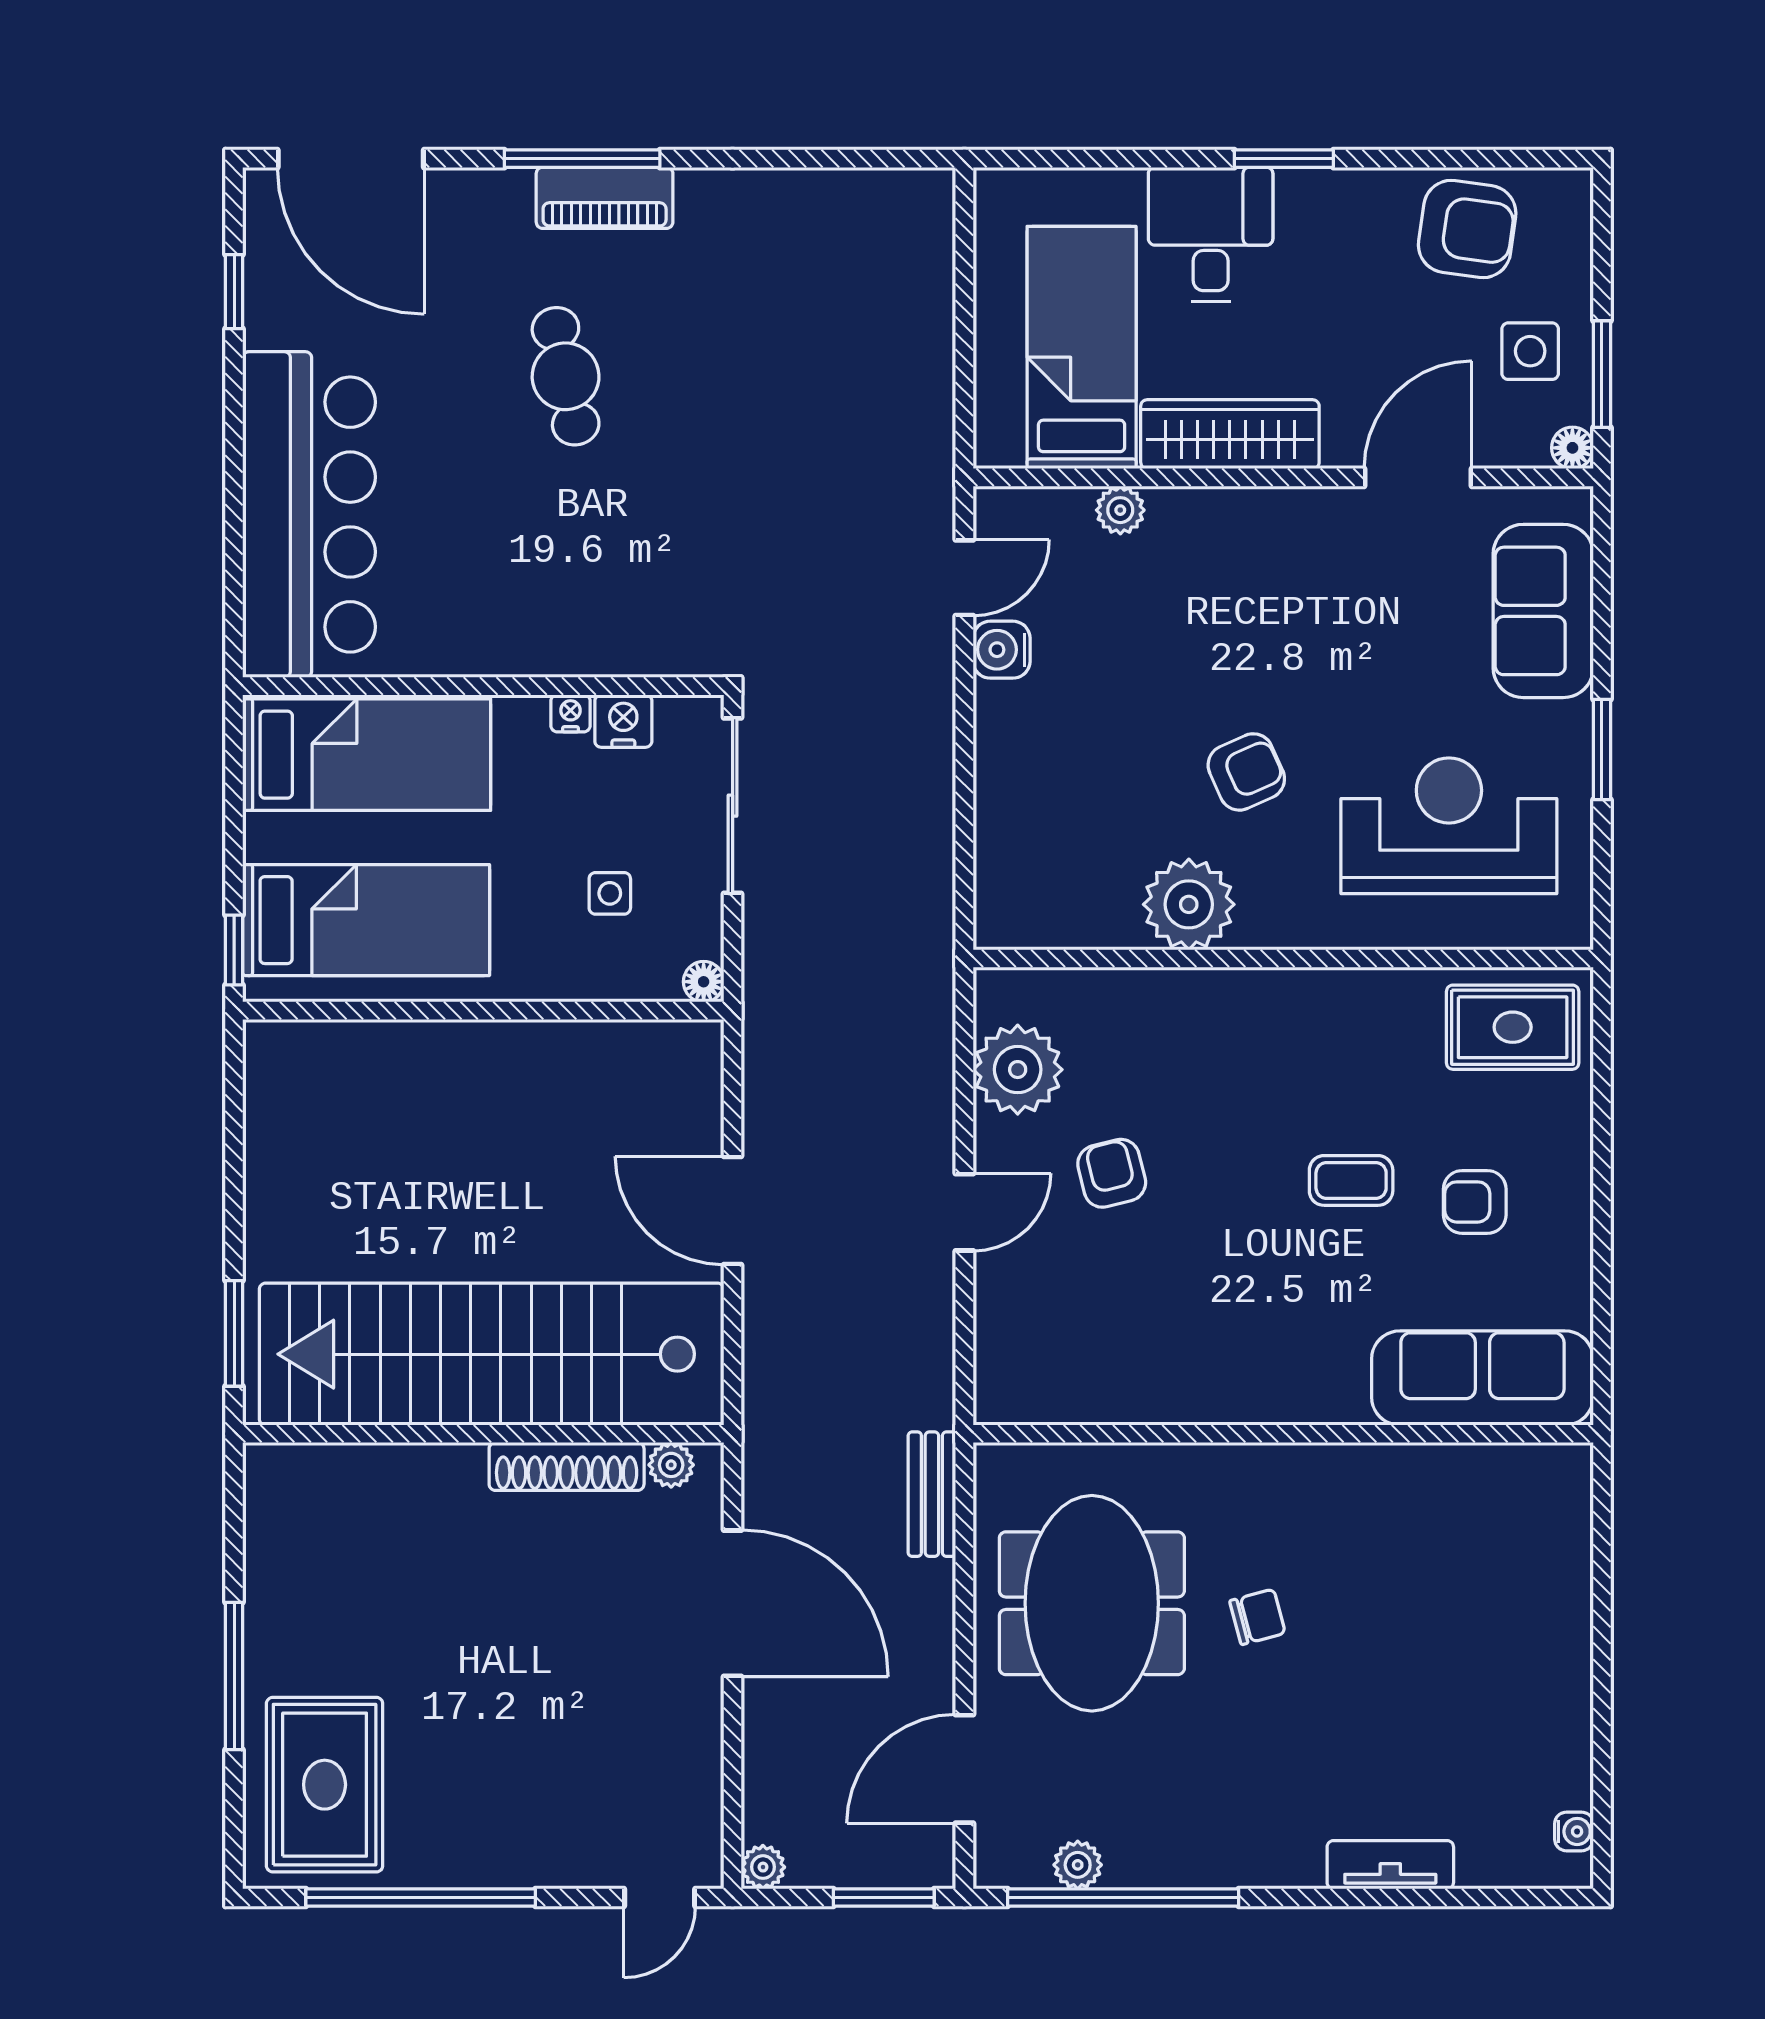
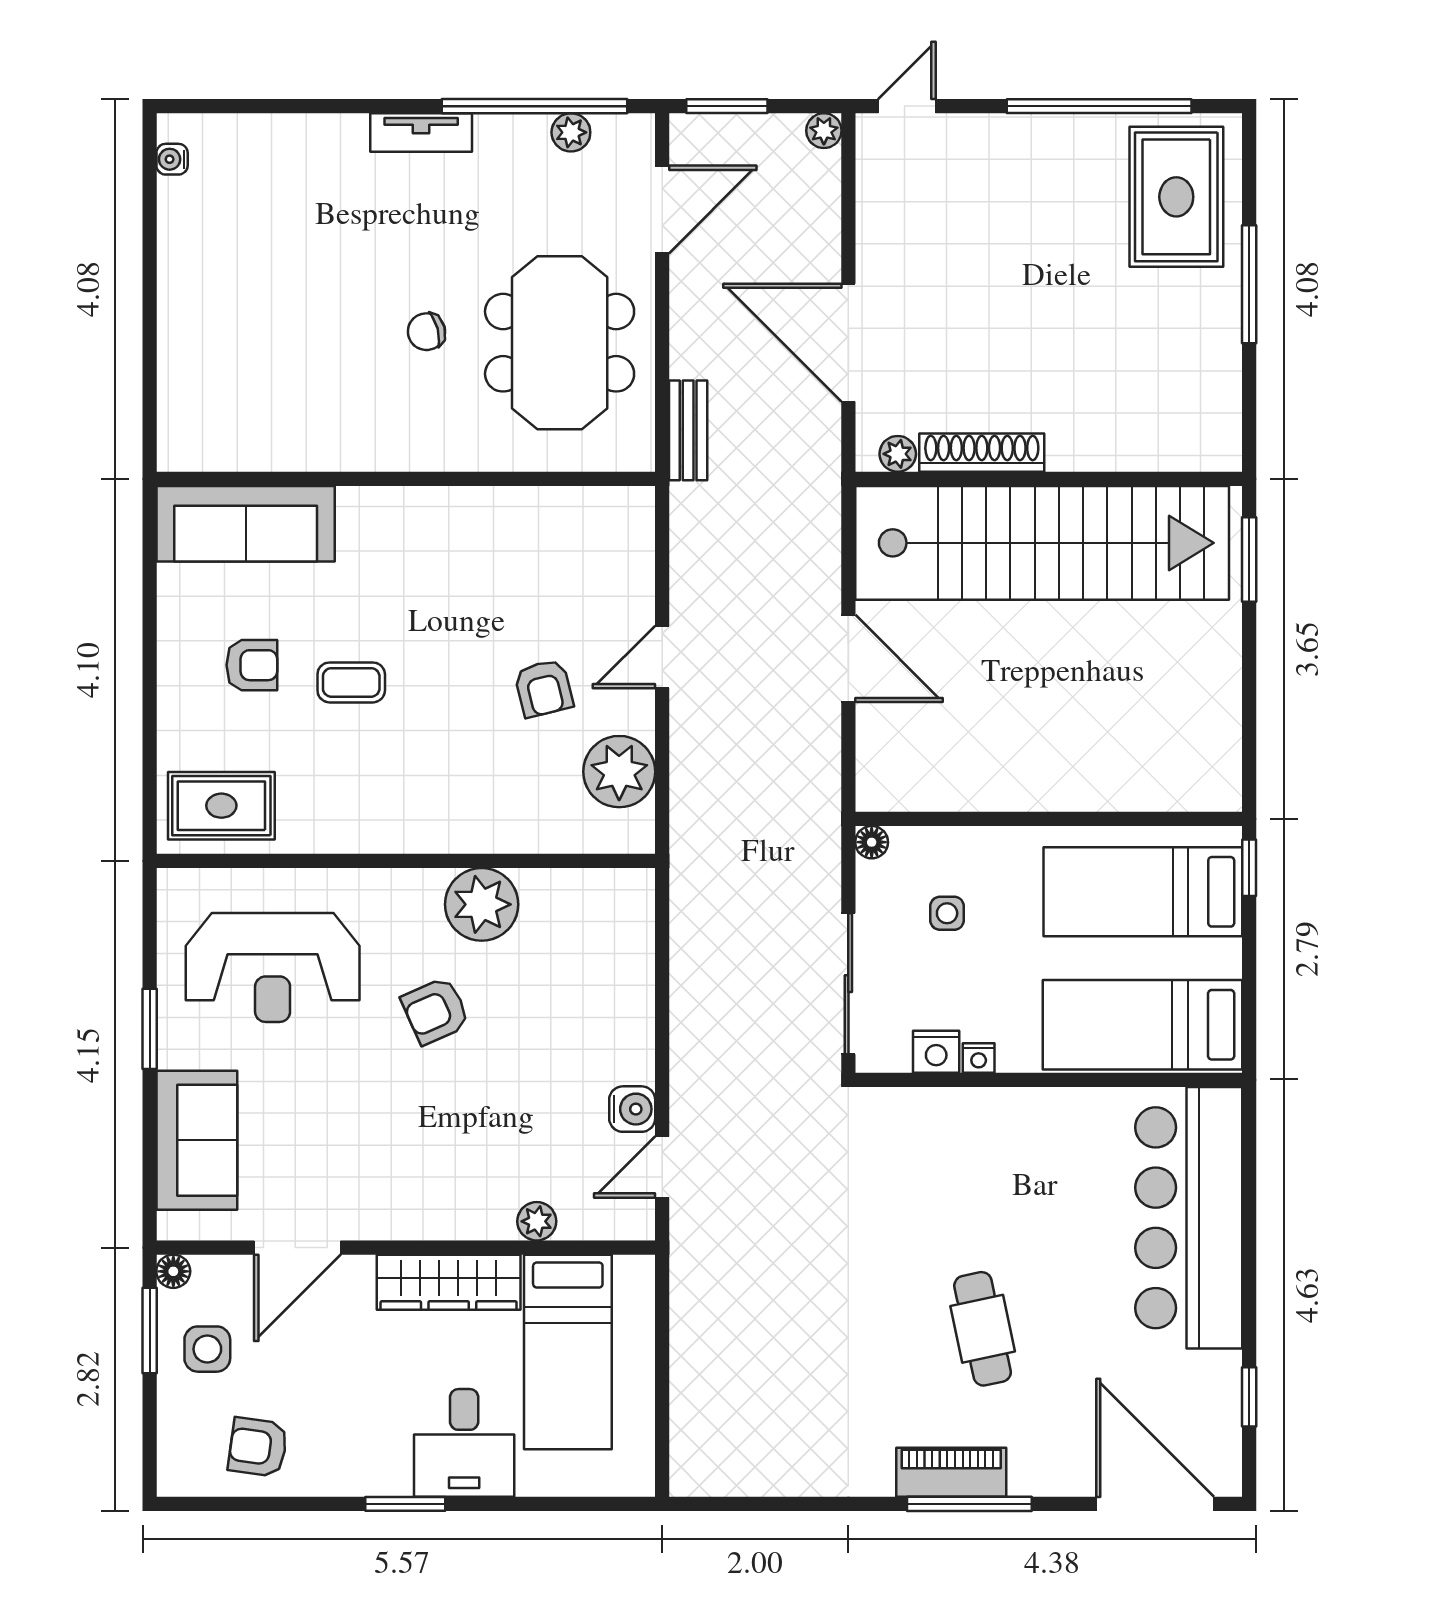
armchair: (1467, 229) -> (258, 1447), width x0.72, depth x0.72
tv unit: (1390, 1865) -> (421, 133), moved

